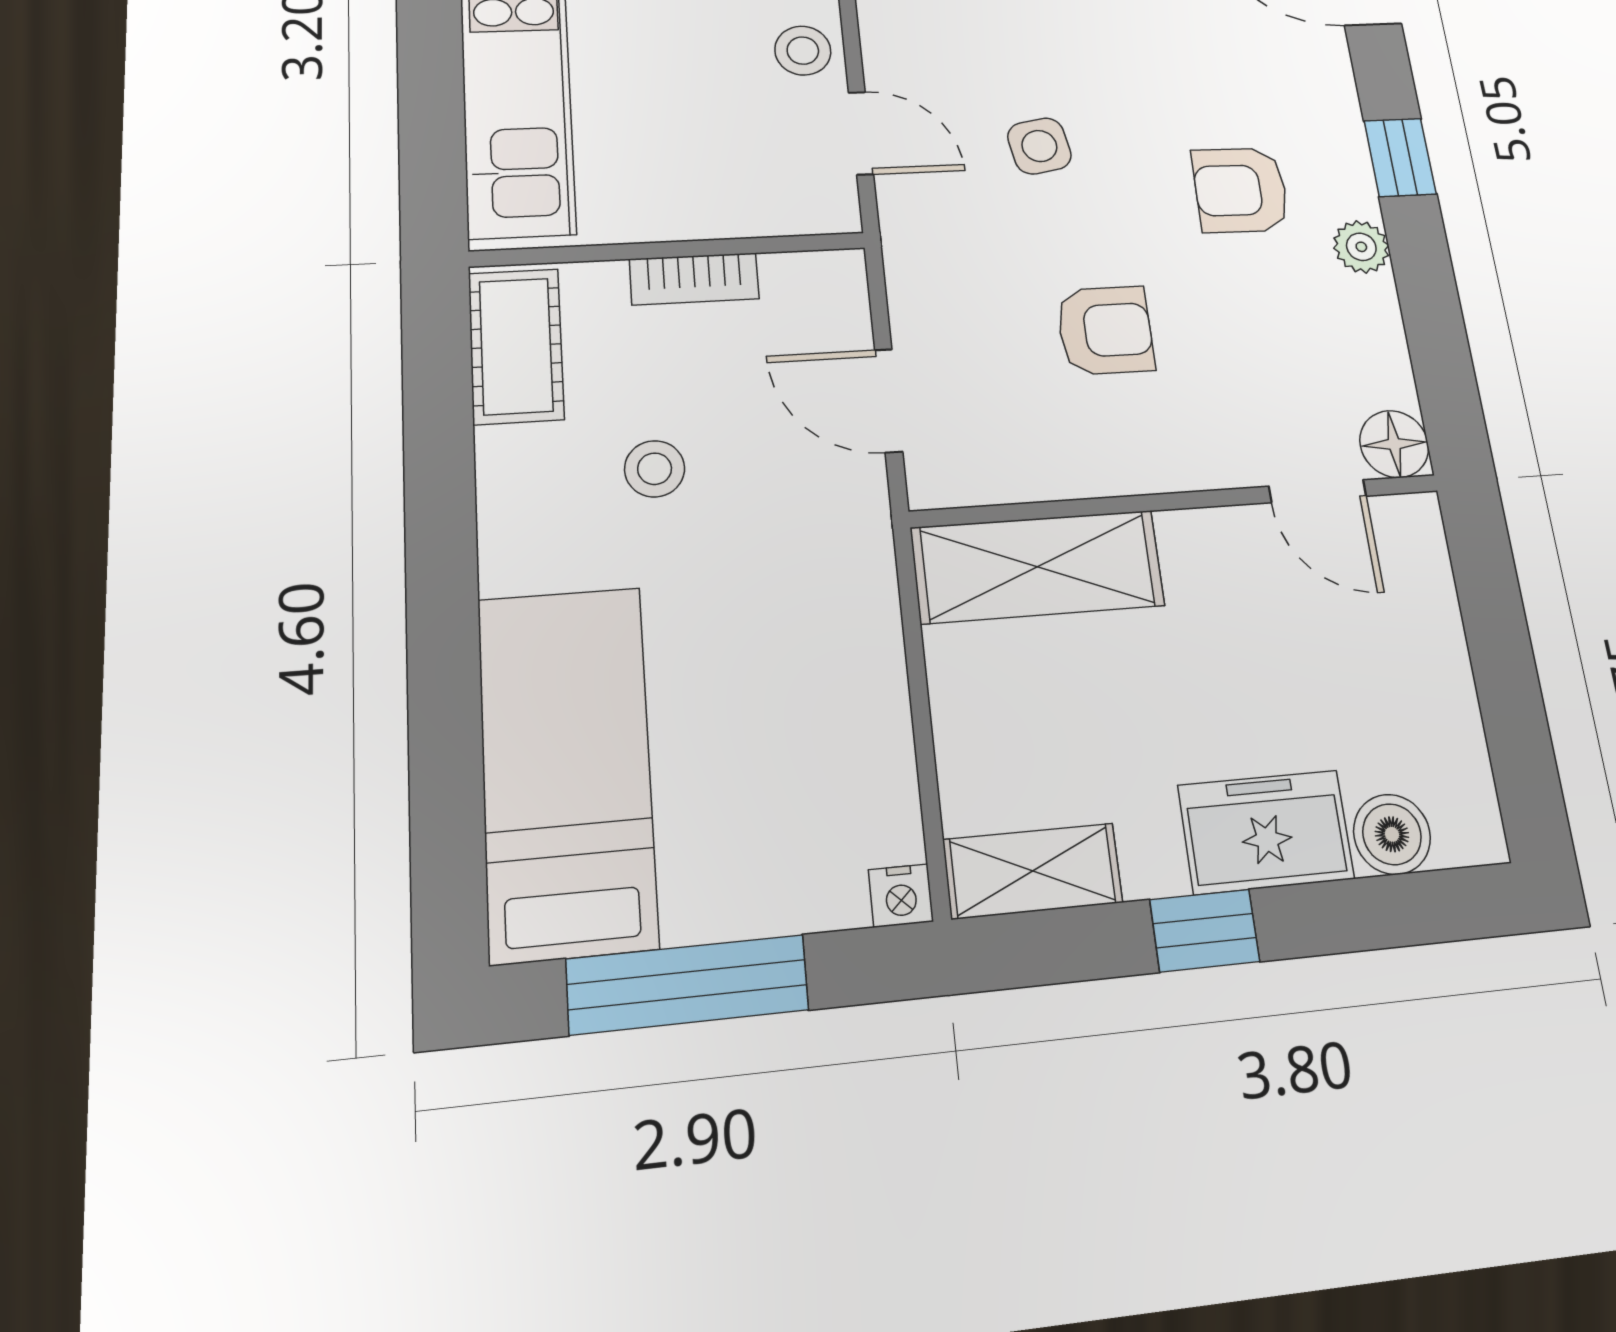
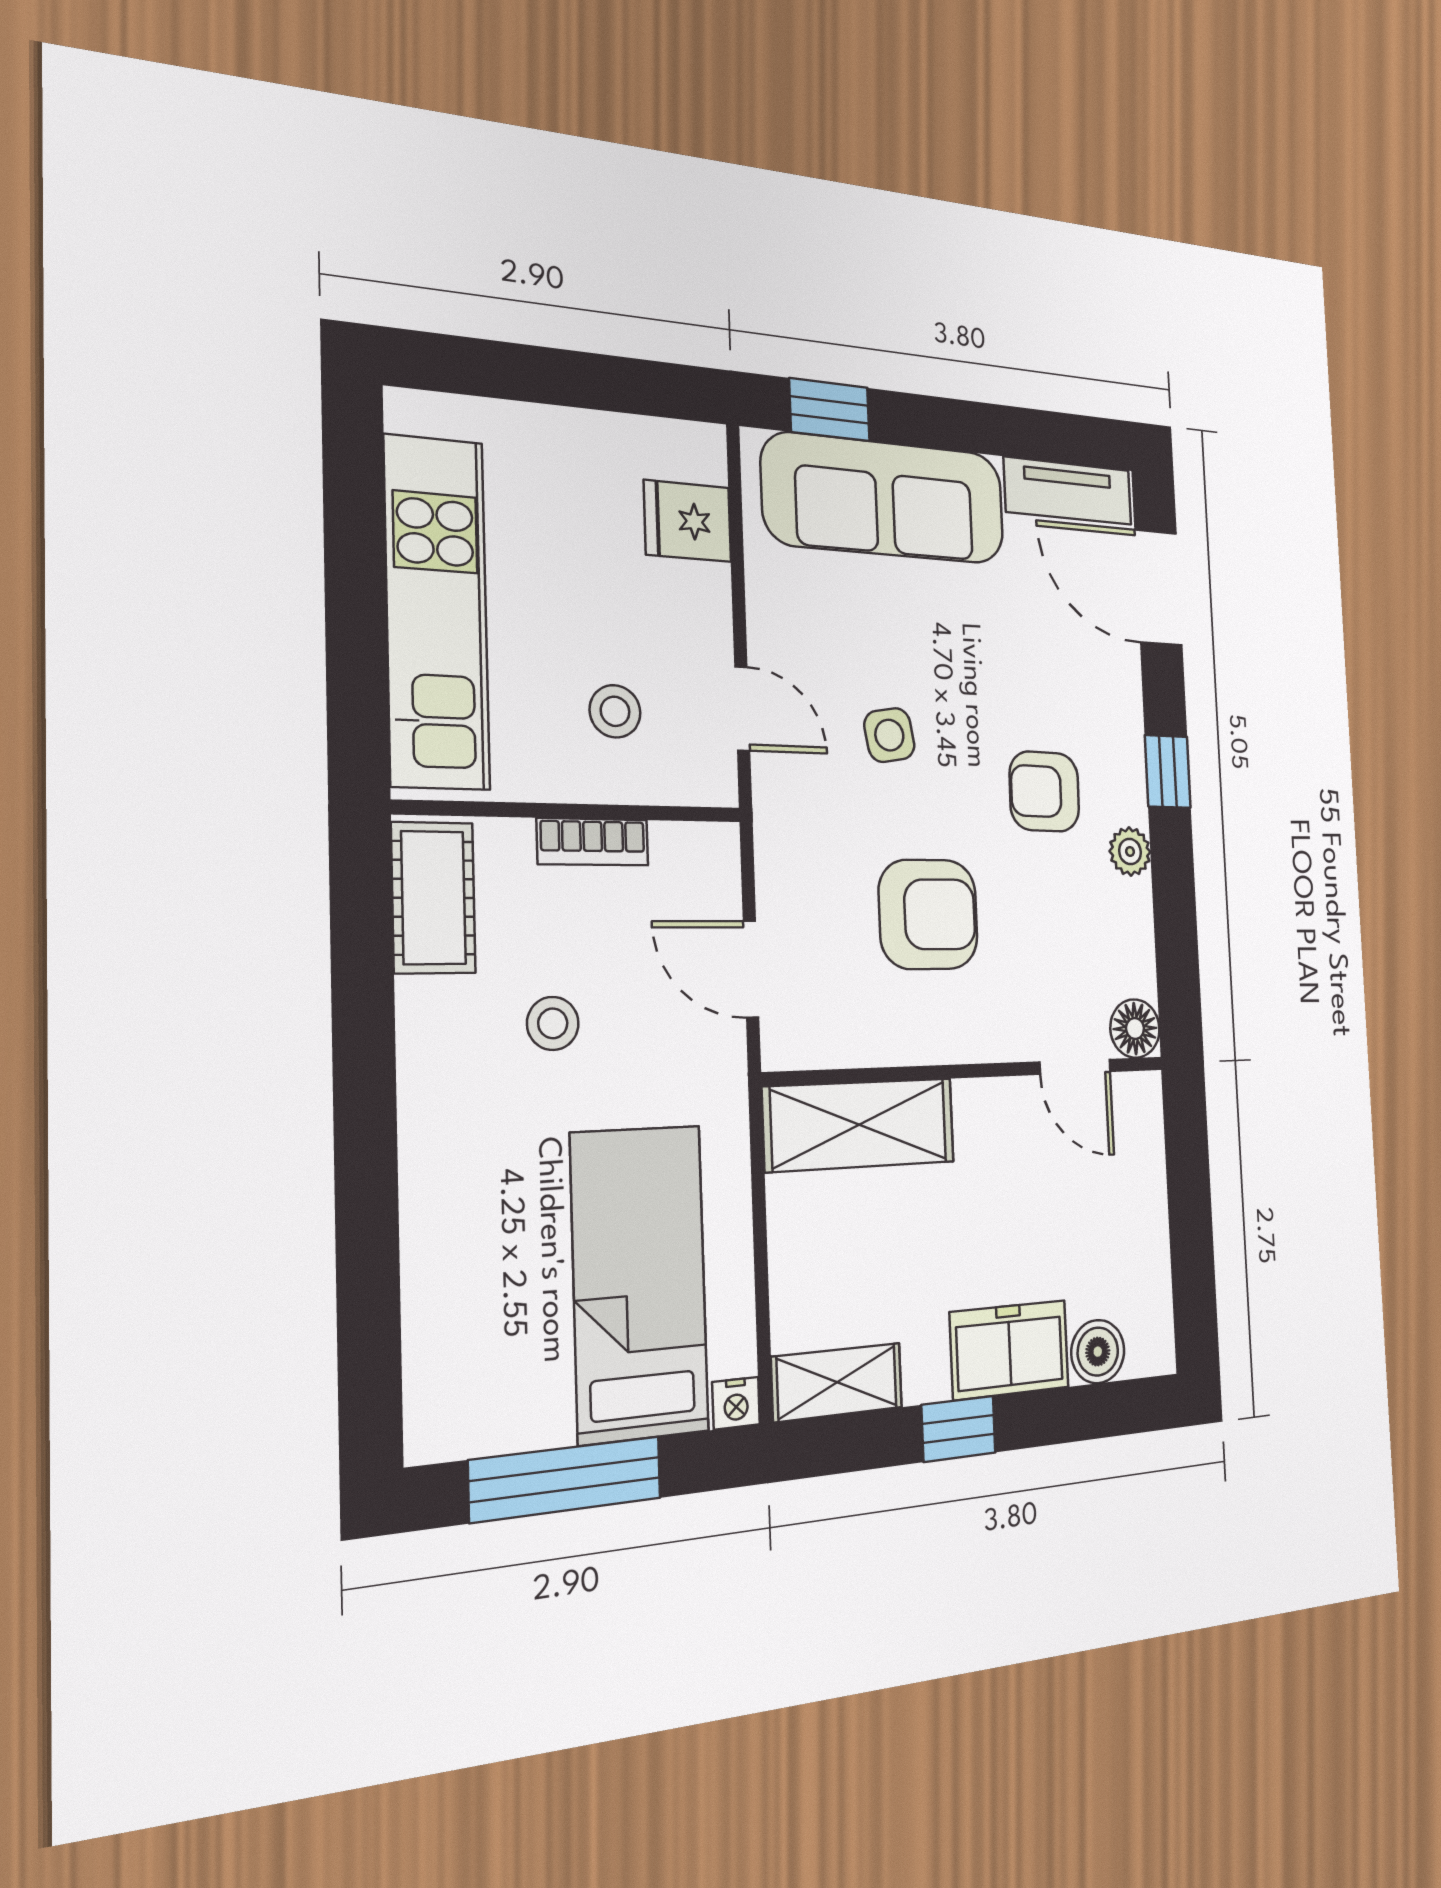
stool: (803, 51) -> (615, 711), moved
armchair: (1105, 330) -> (928, 914), width x1.38, depth x1.38
bed: (567, 771) -> (640, 1283), moved

